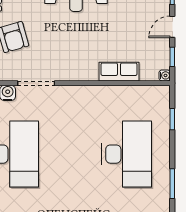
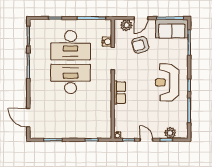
row of seats: (119, 72) -> (120, 93), moved
desk: (127, 154) -> (71, 79), moved, turned 180

